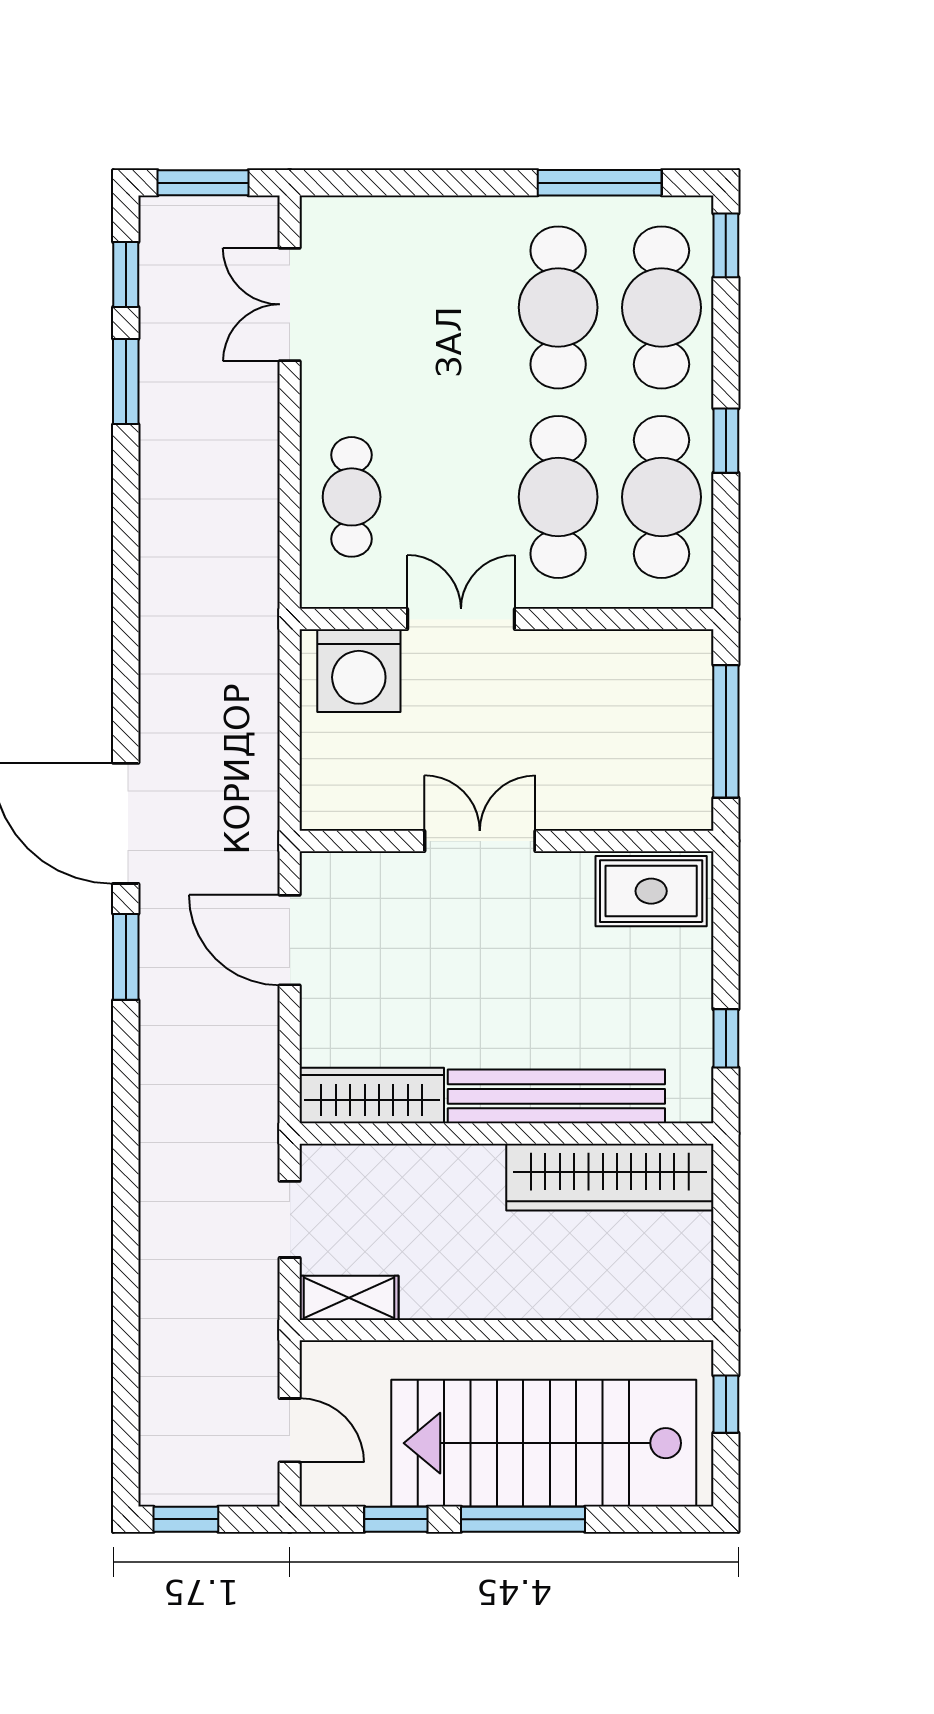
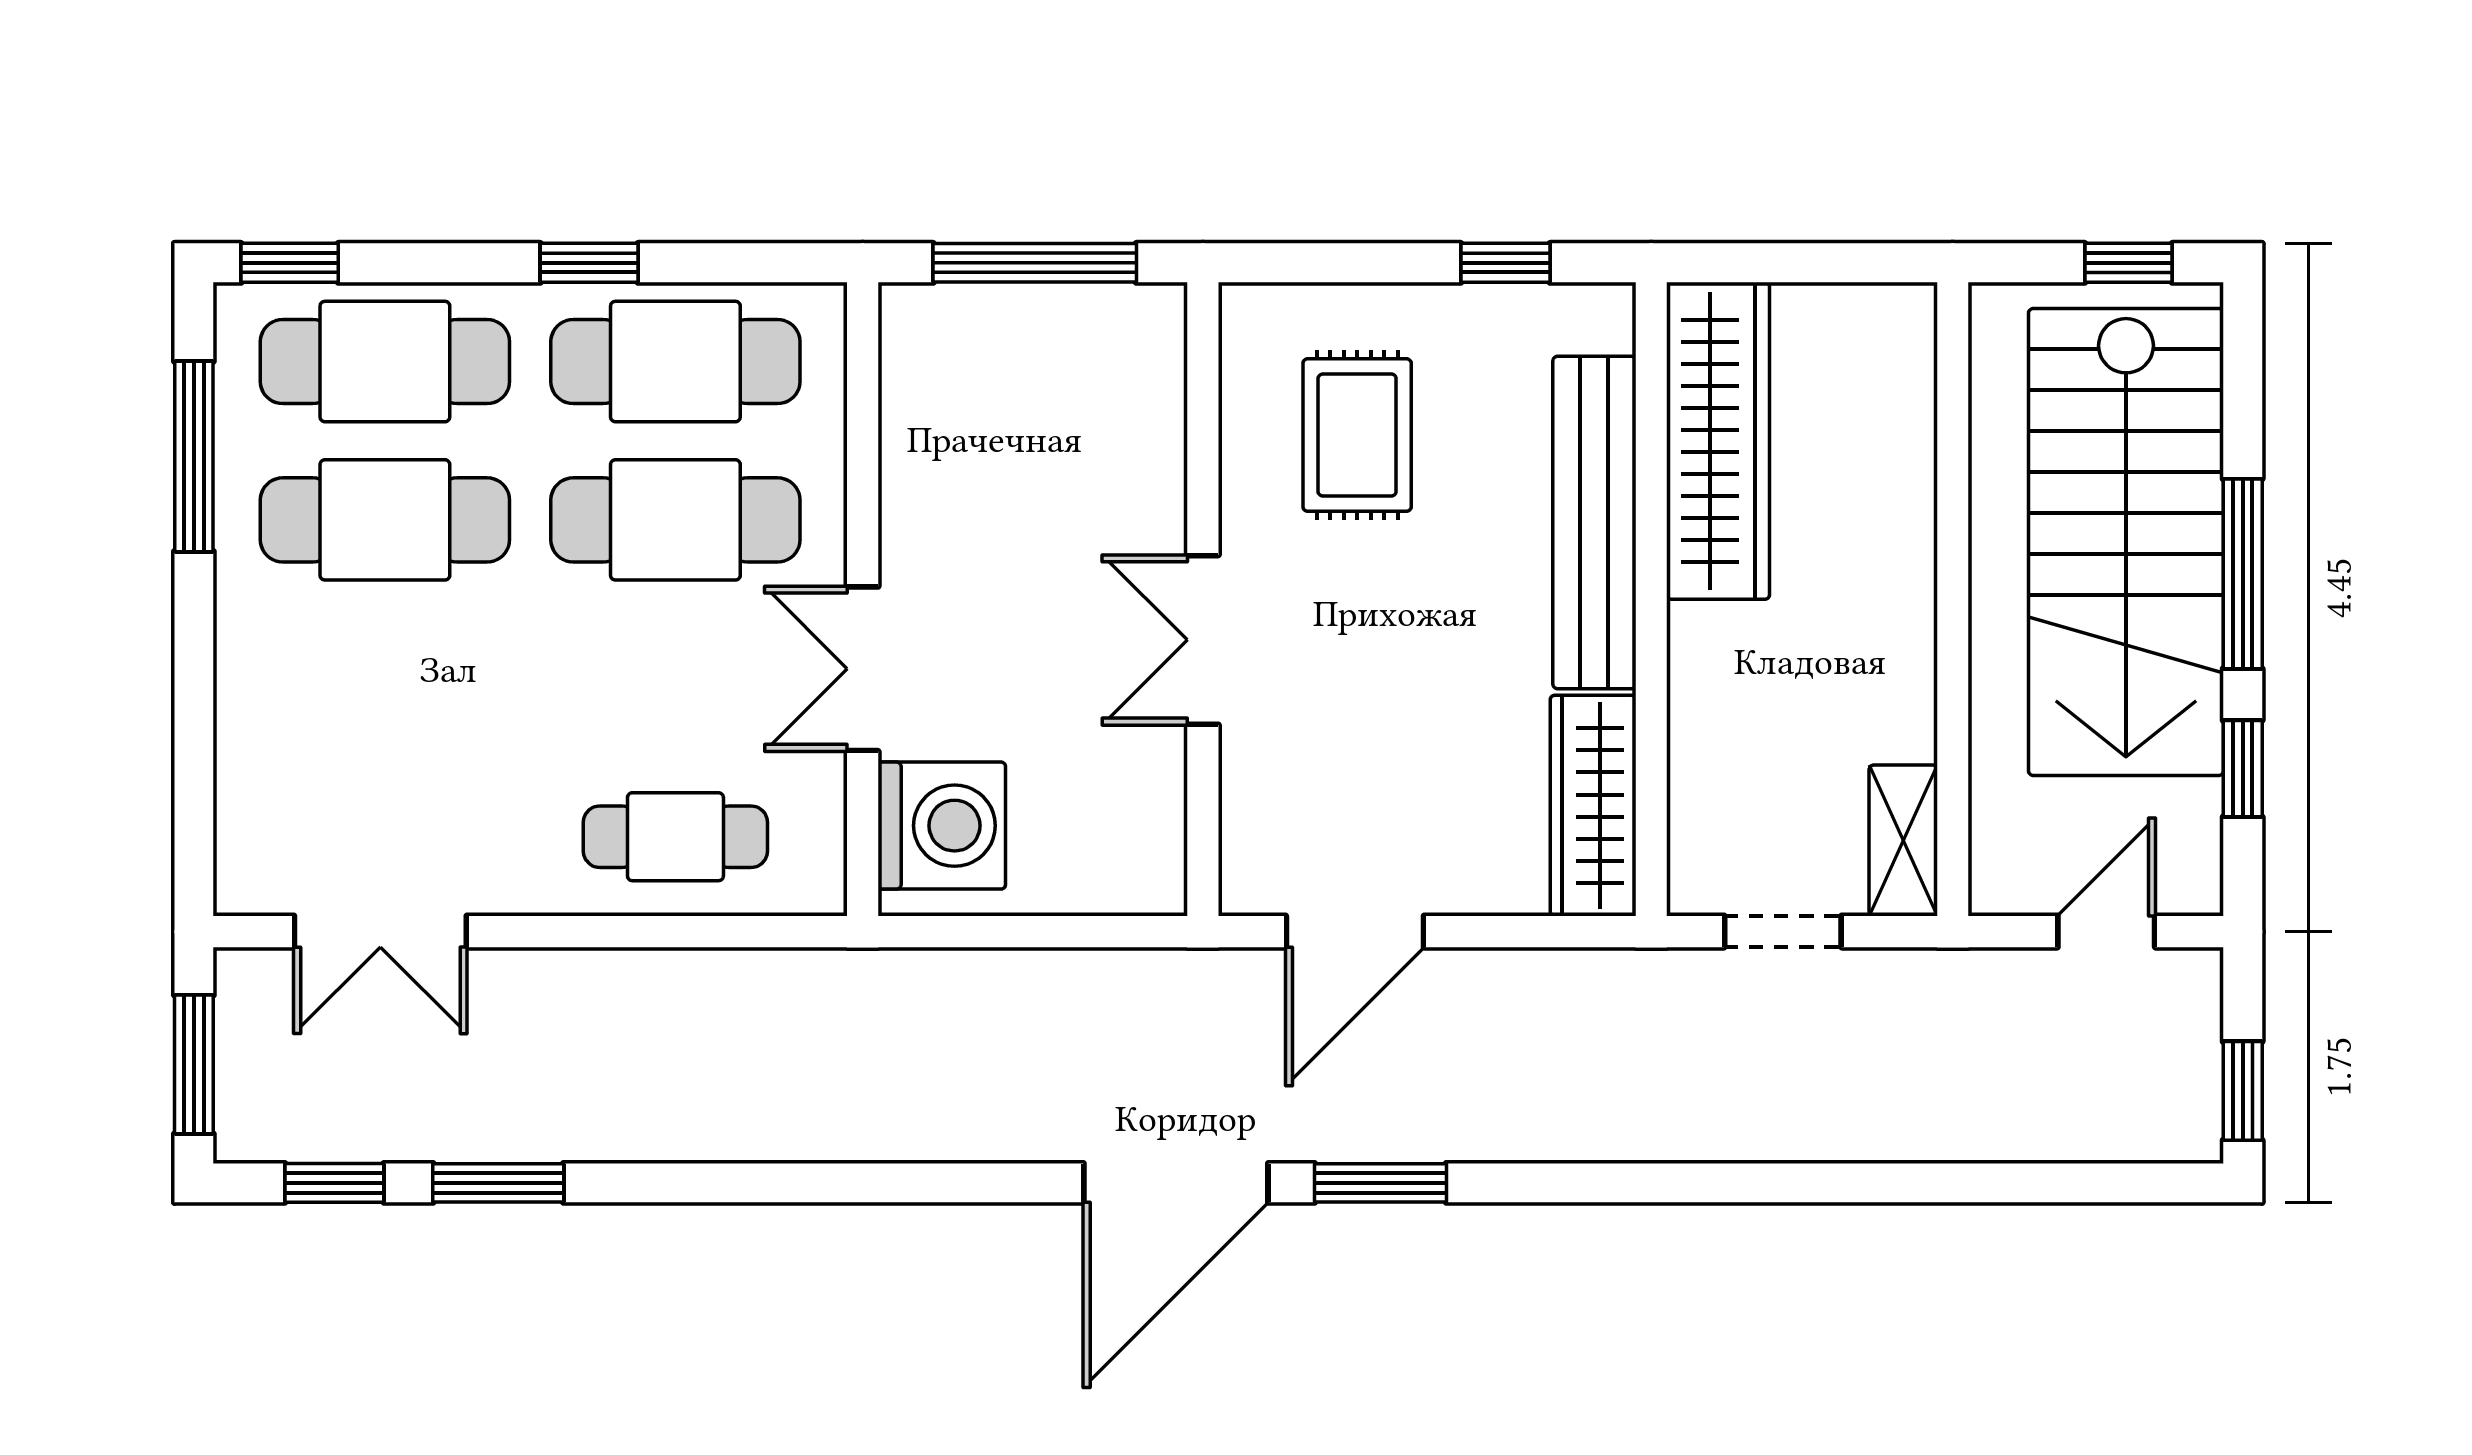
rug: (651, 891) -> (1357, 435), moved
window: (726, 1404) -> (2128, 263), moved

